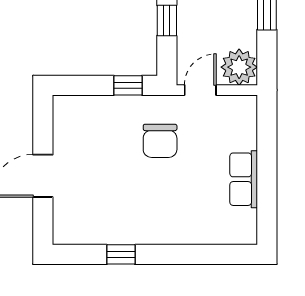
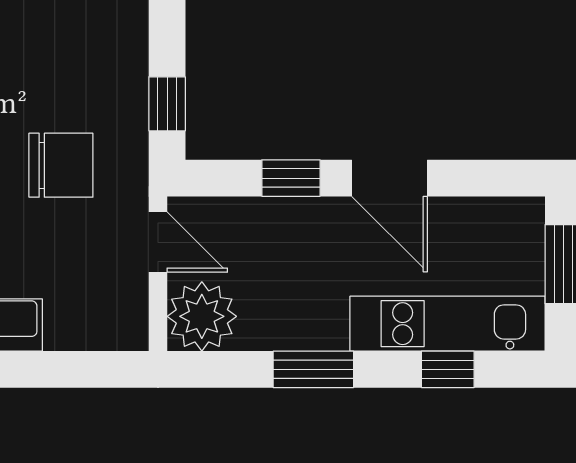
chair: (160, 141) -> (61, 165), turned 180

